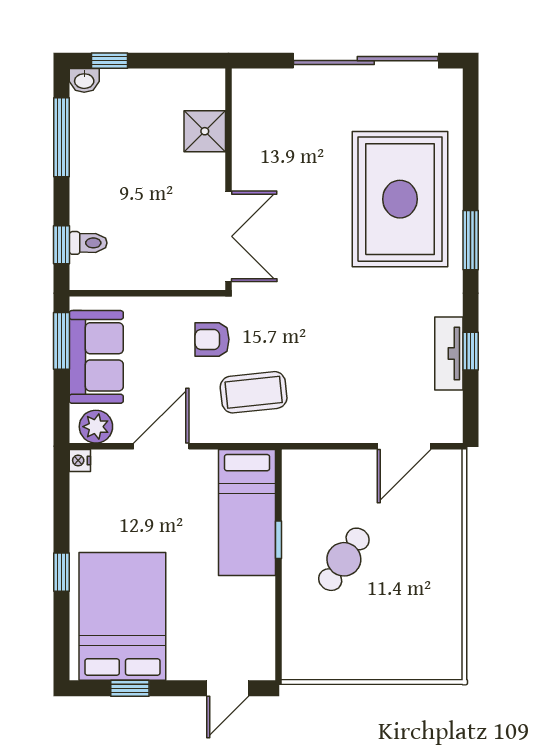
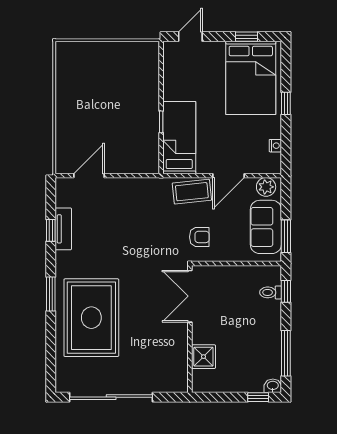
coffee table: (254, 392) -> (192, 192), moved
nightstand: (80, 460) -> (275, 146), moved
cafe table: (344, 559) -> (124, 111), removed

